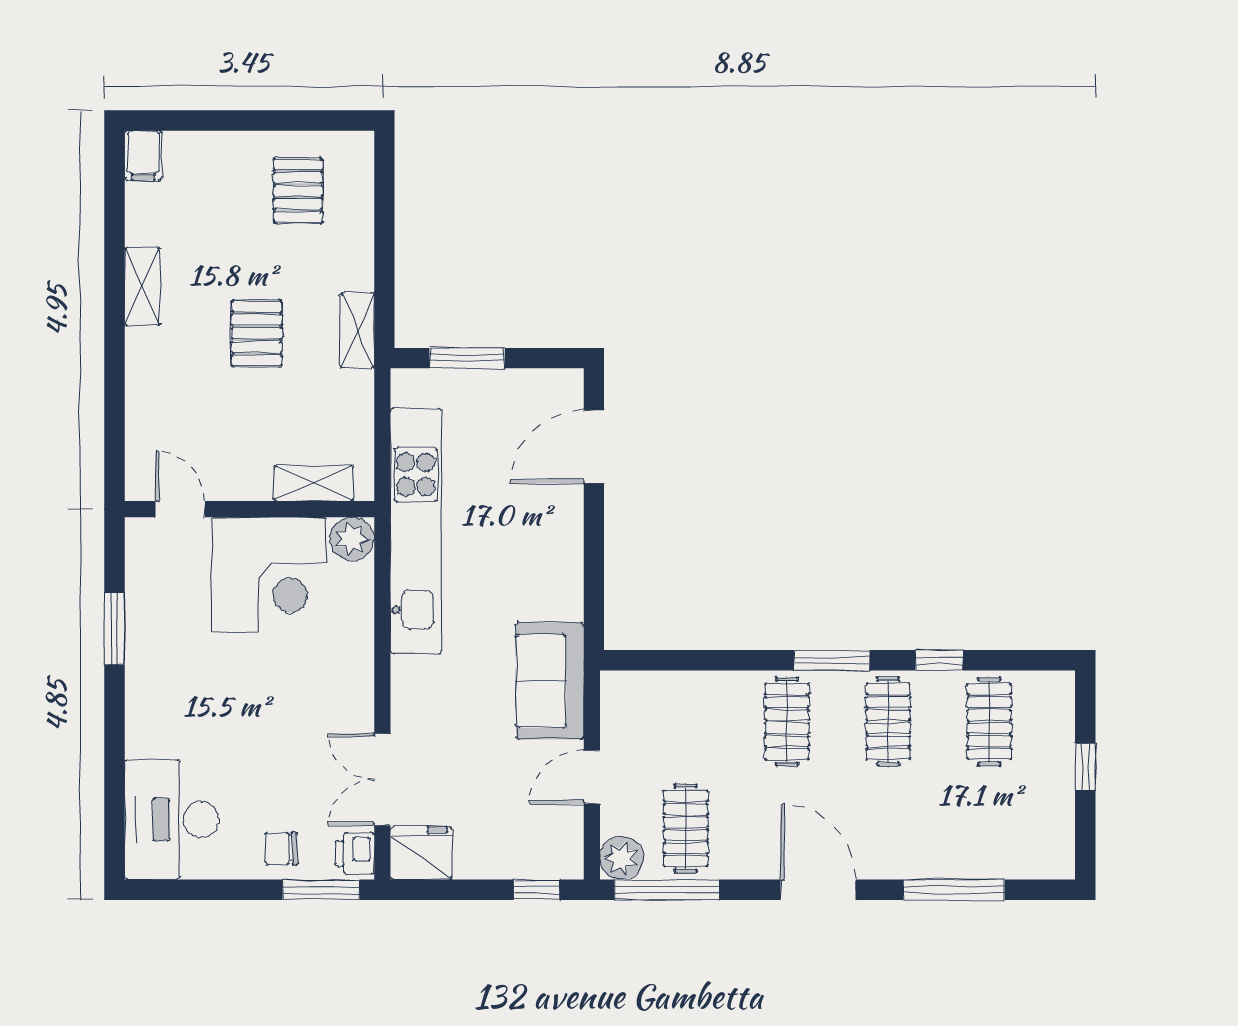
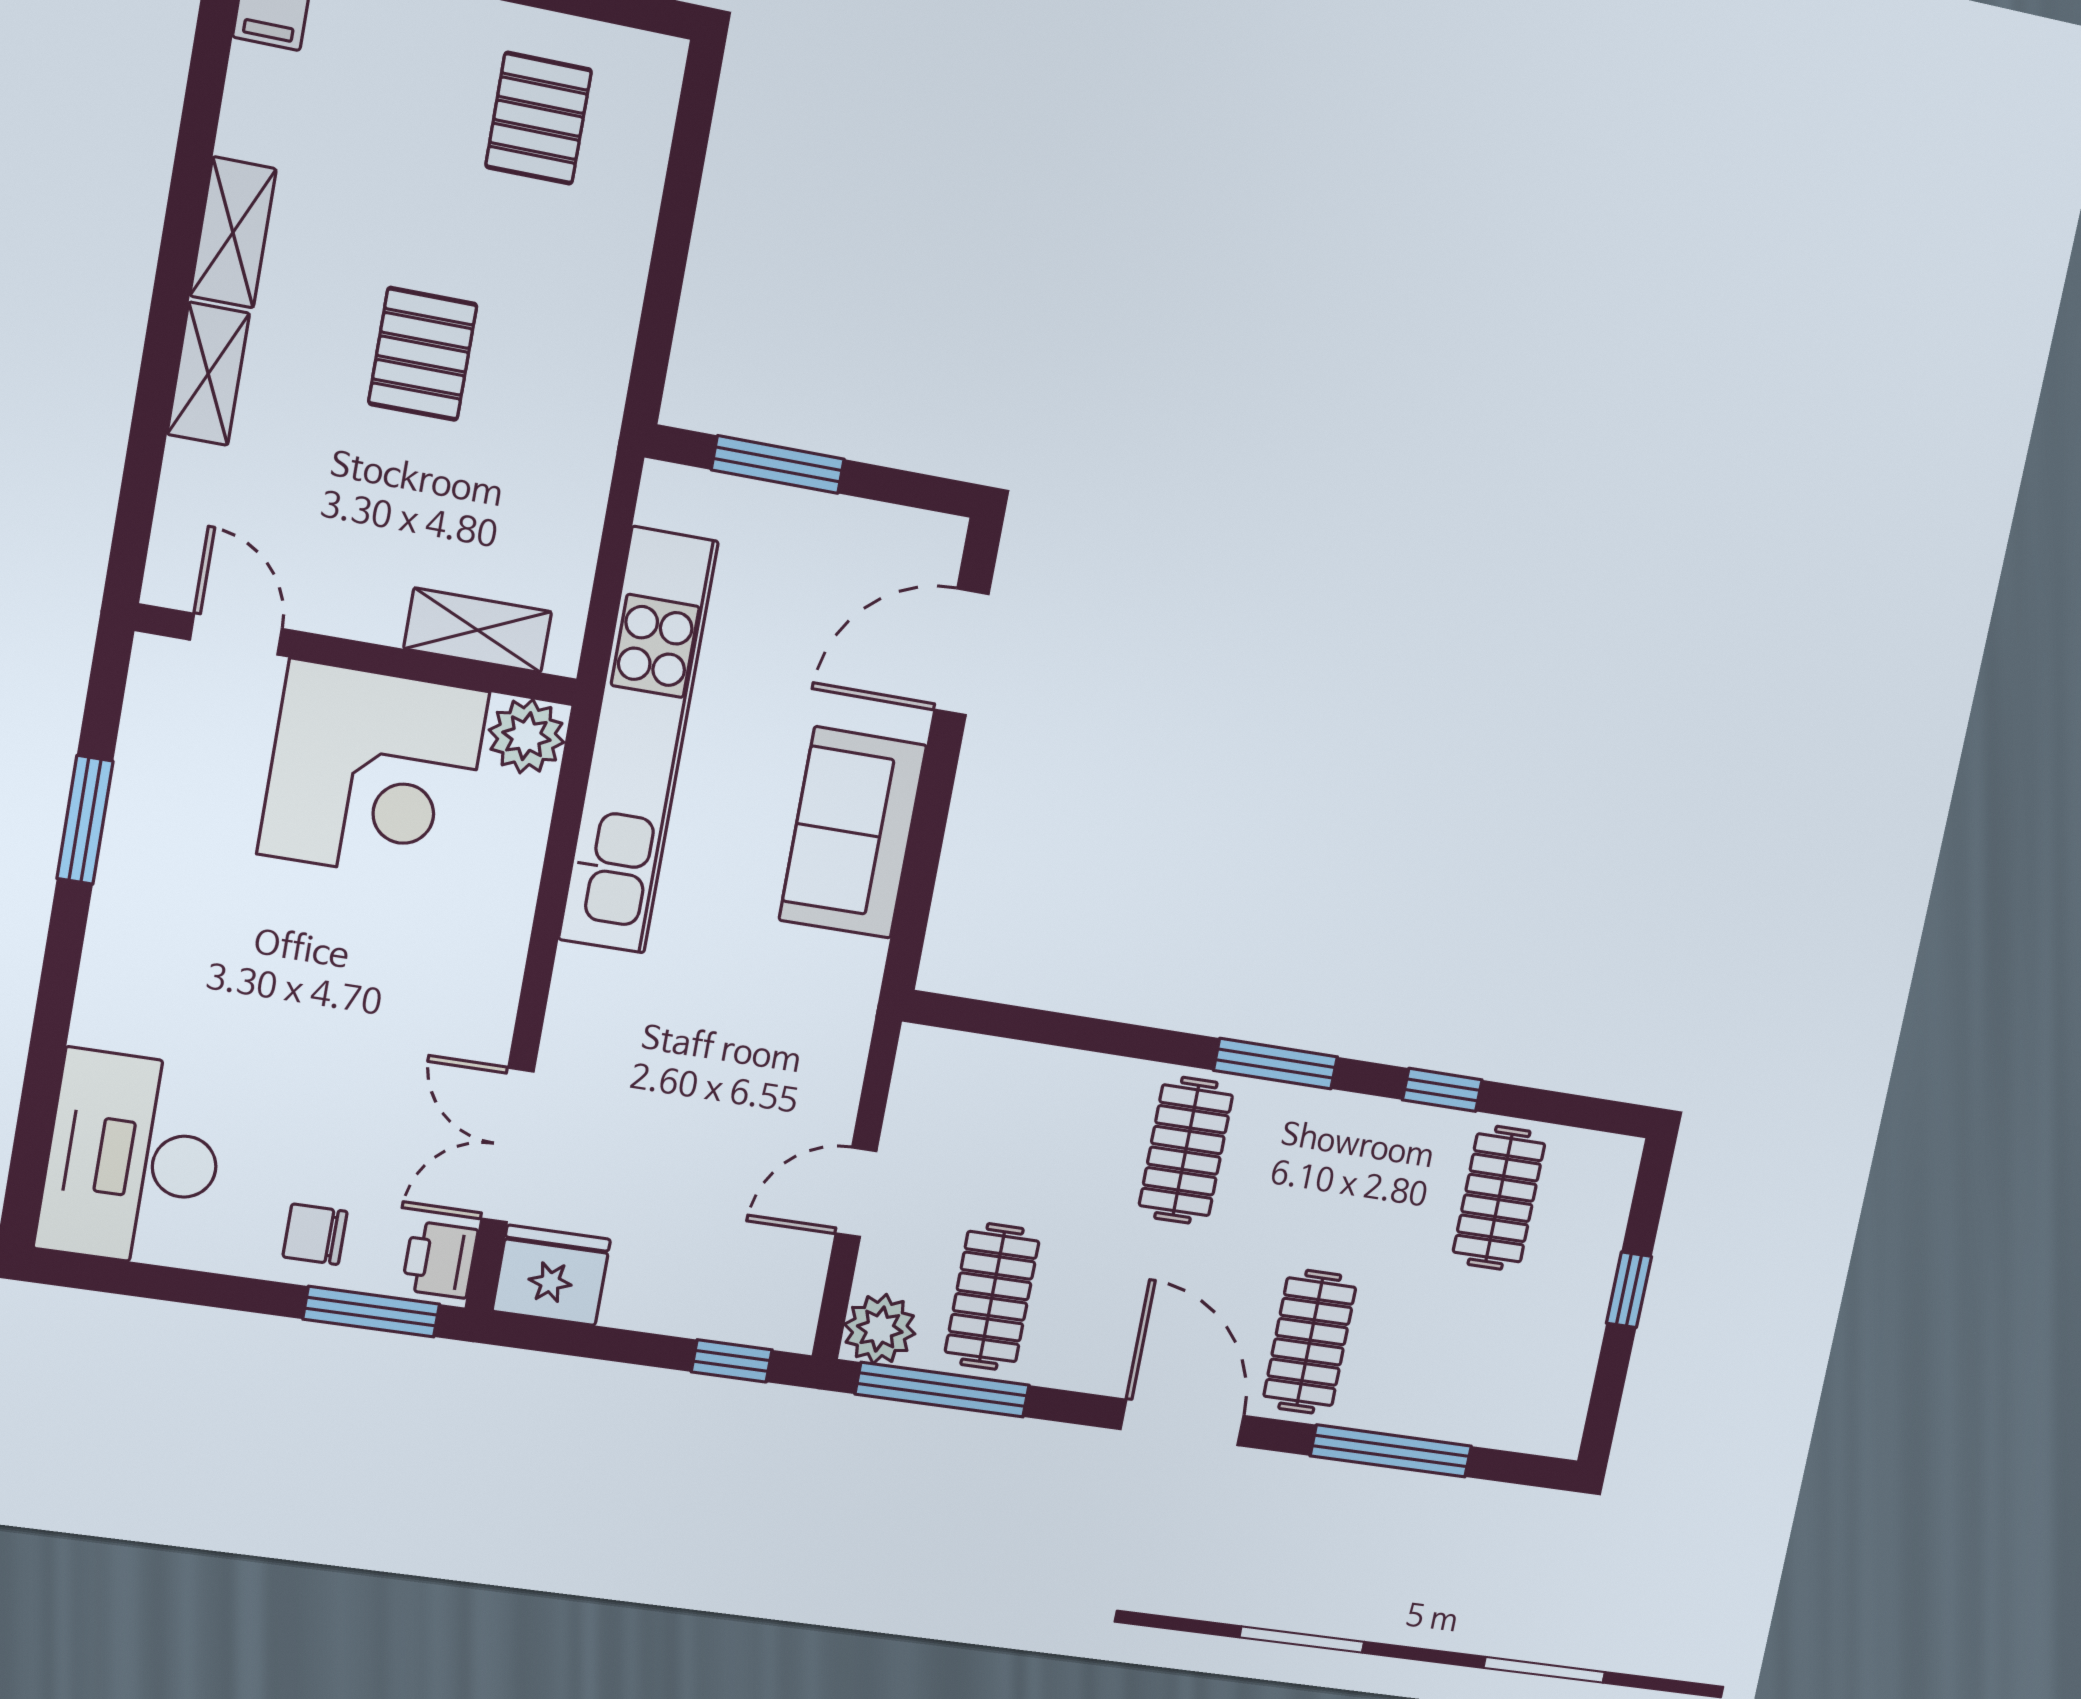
shelving: (357, 330) -> (208, 374), moved
sofa: (550, 681) -> (853, 833), moved
clothes rail: (888, 722) -> (1310, 1342), moved

